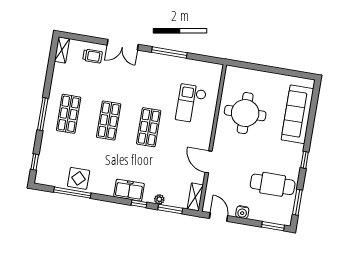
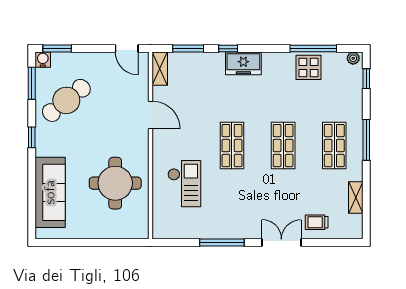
shelving: (62, 50) -> (356, 198), moved
cafe table: (273, 184) -> (66, 100), turned -39
plant: (159, 199) -> (353, 58), moved
water cooler: (242, 212) -> (43, 60), moved

